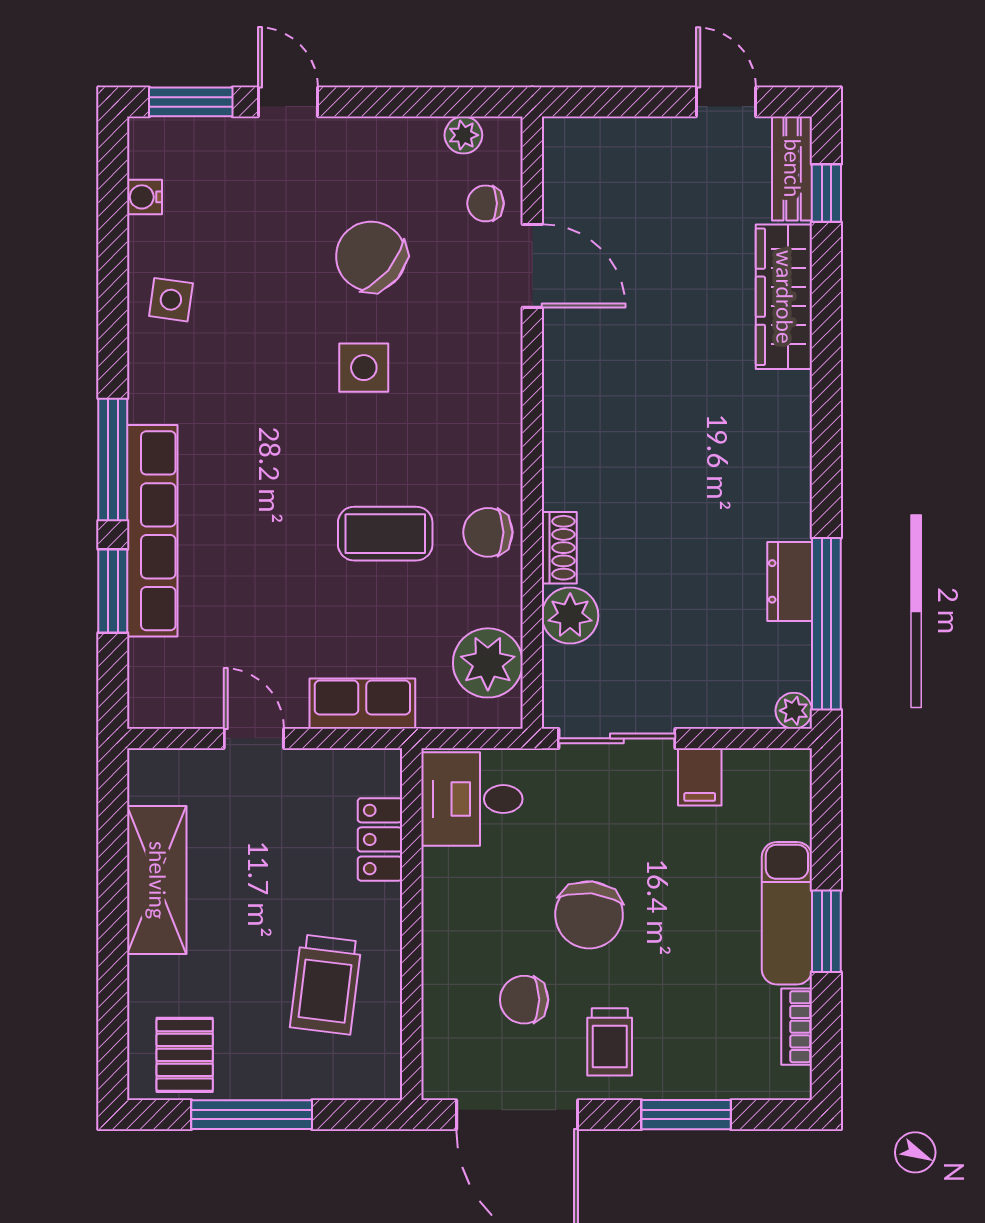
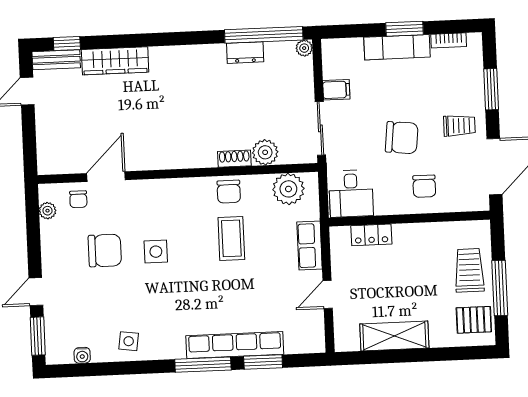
chair: (371, 256) -> (105, 251), turned -130
trolley: (326, 985) -> (469, 270), moved, turned -97
chair: (524, 1000) -> (424, 186), moved

